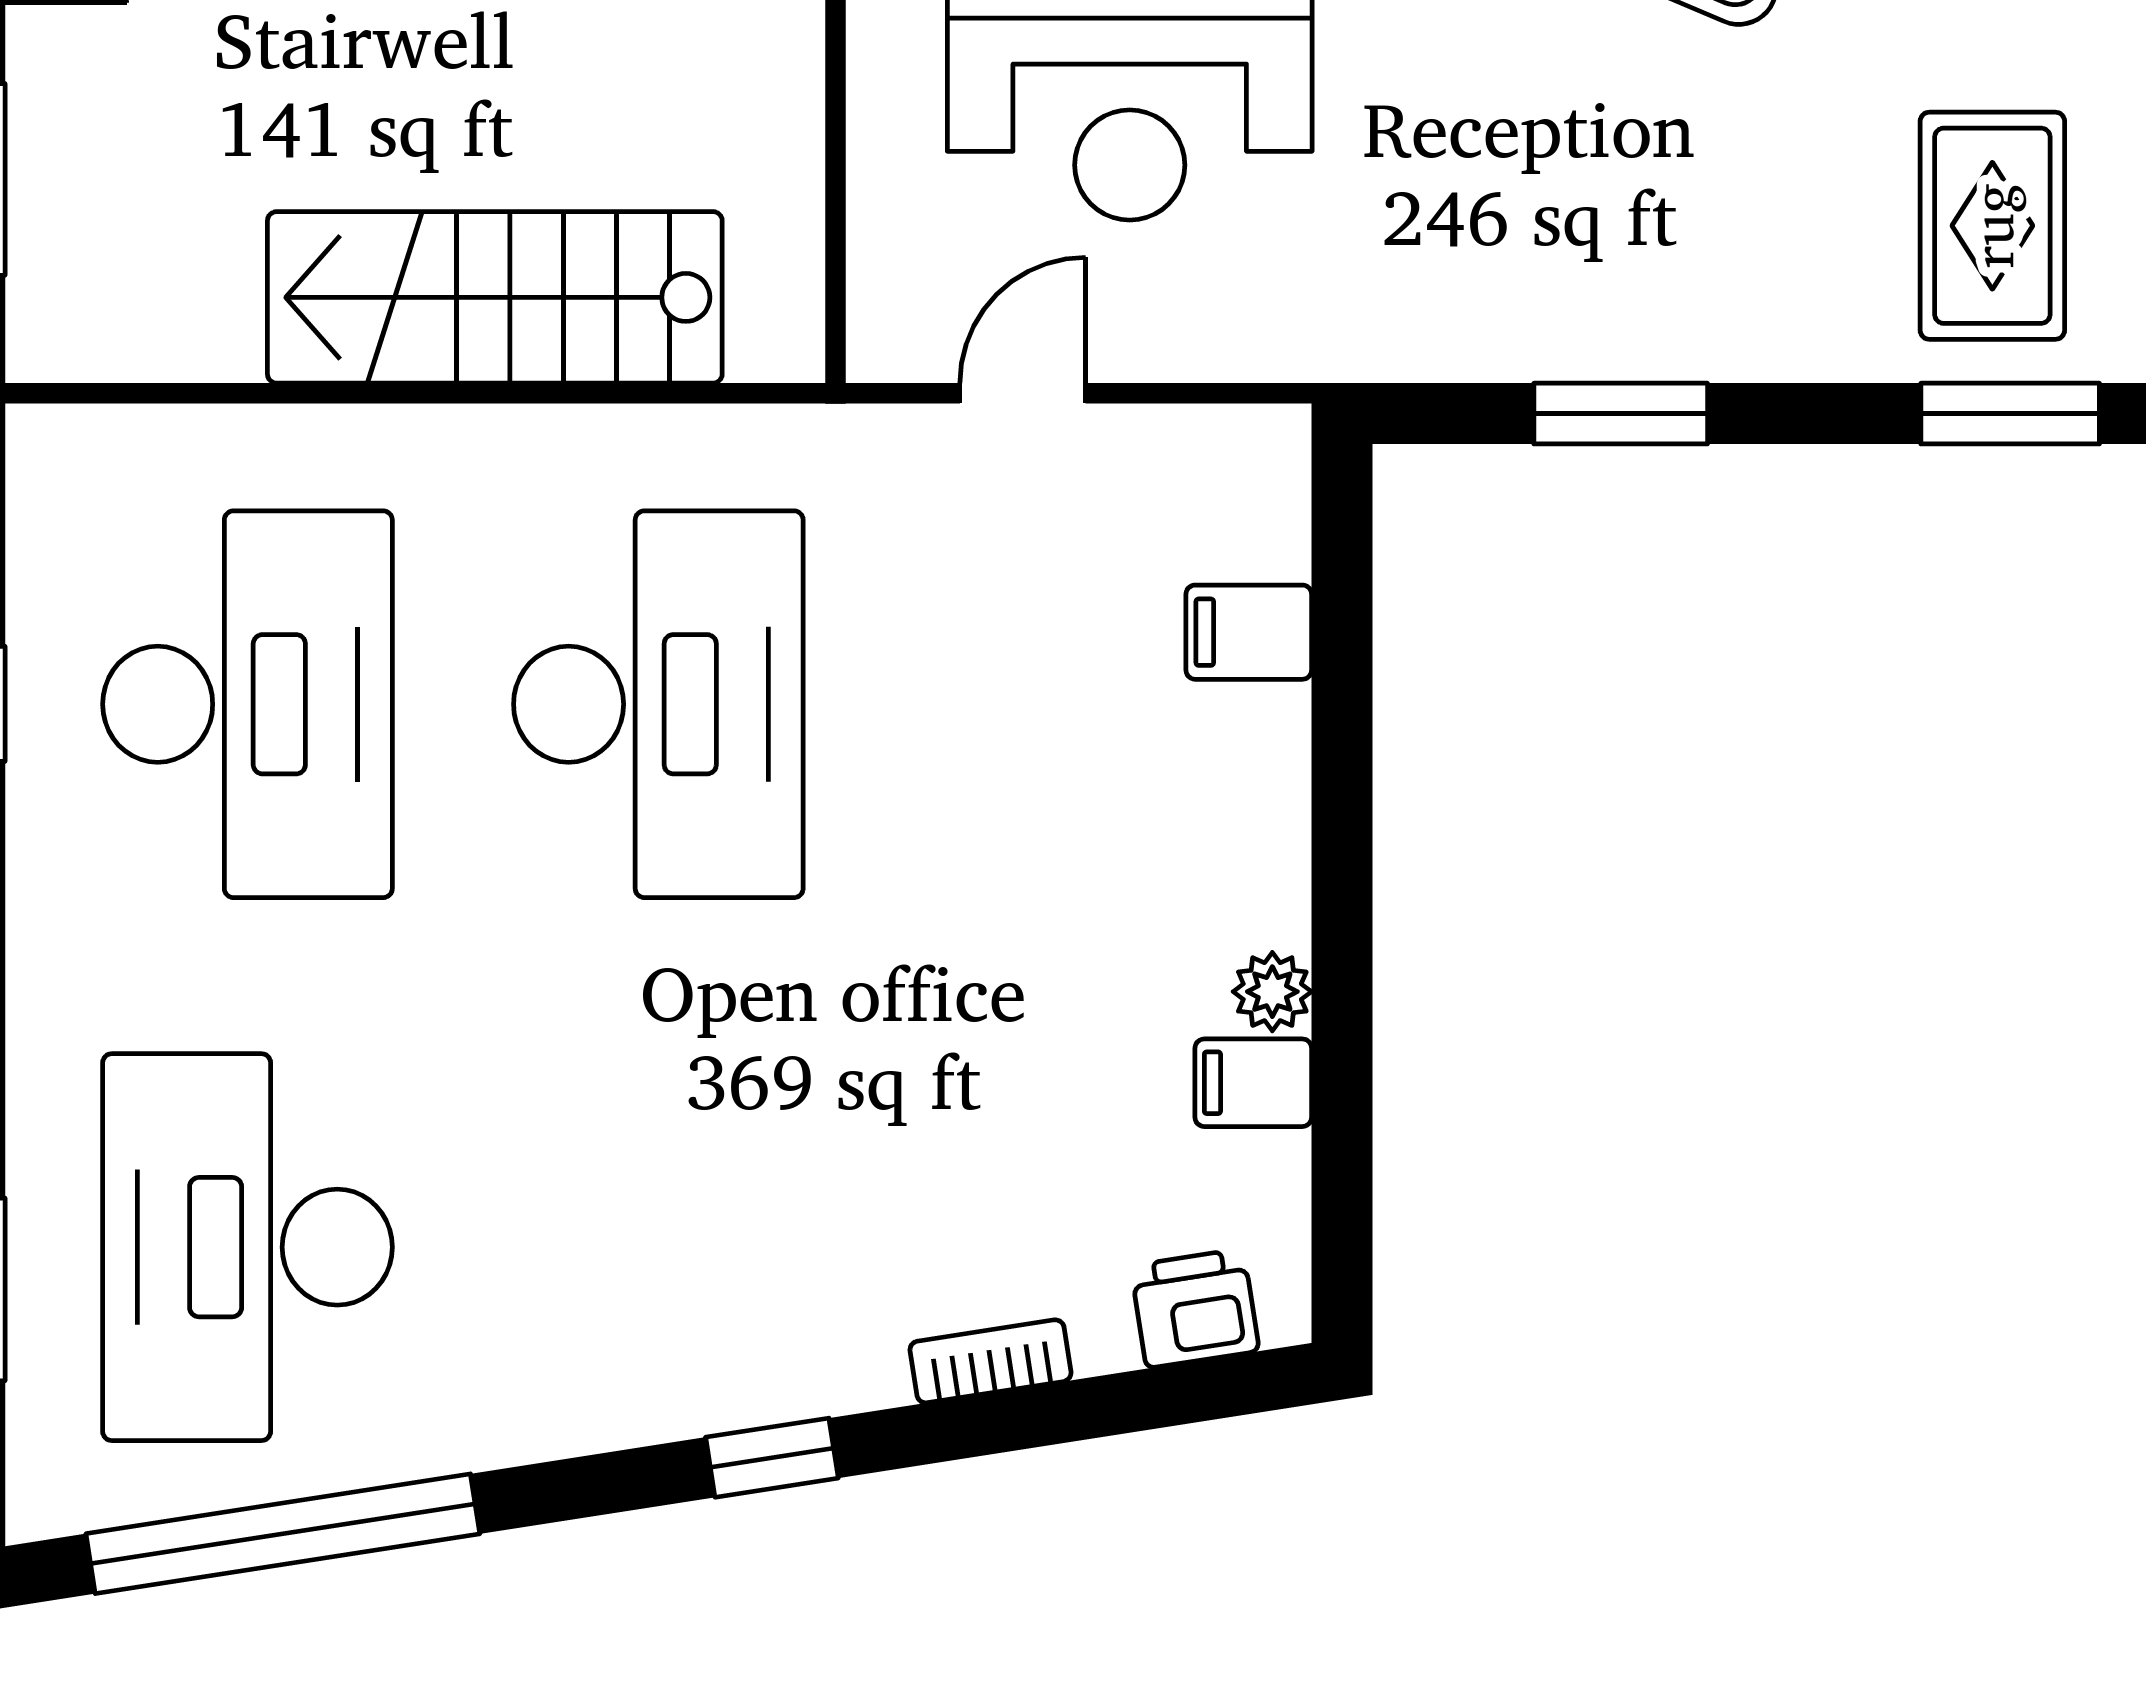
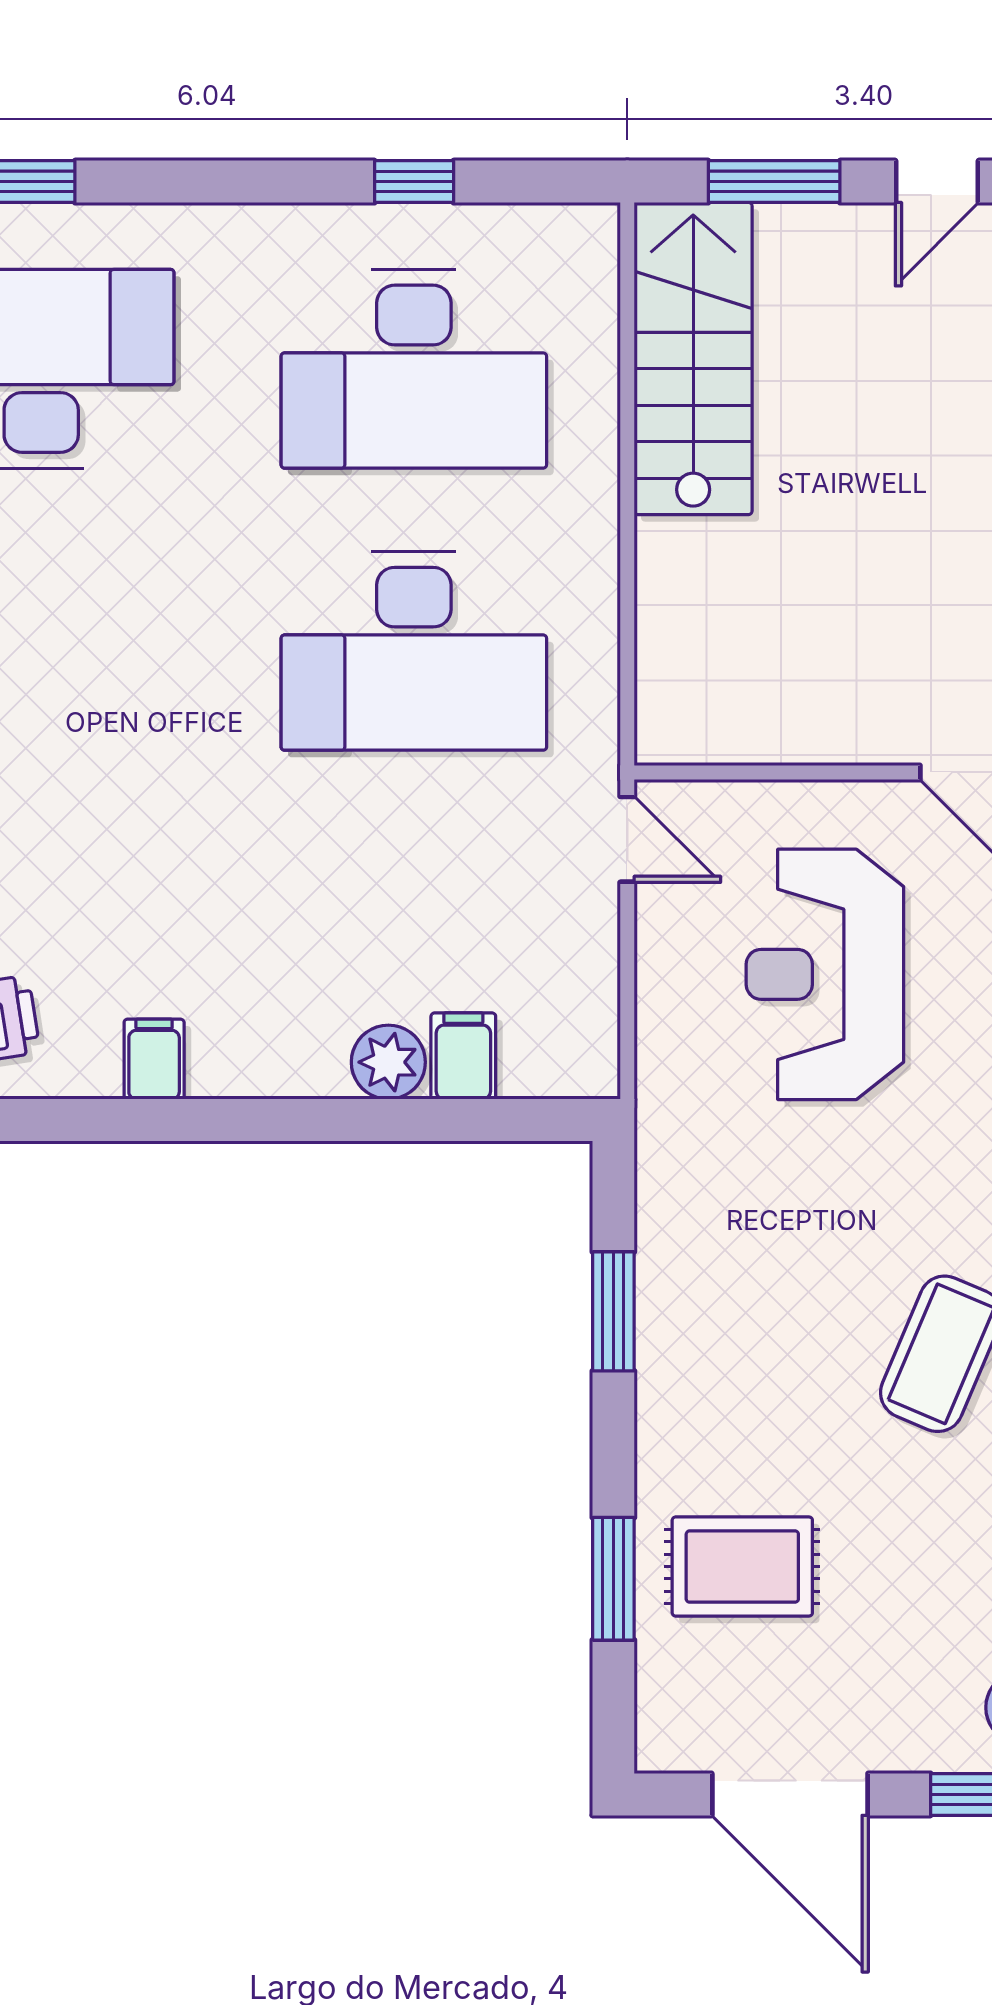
stairs: (495, 297) -> (693, 358), moved
door: (1023, 393) -> (627, 839), moved
plant: (1272, 992) -> (388, 1062), moved, width x1.38, depth x1.38

